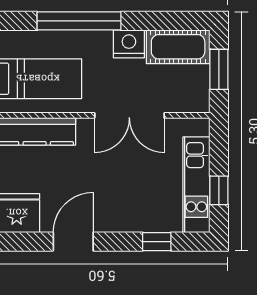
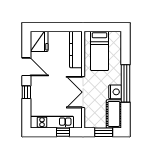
window: (79, 21) -> (126, 83), moved
window: (219, 190) -> (63, 132), moved
window: (157, 242) -> (26, 92), moved

